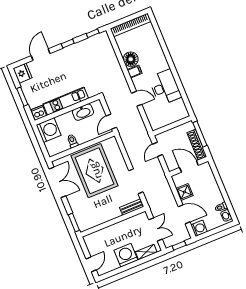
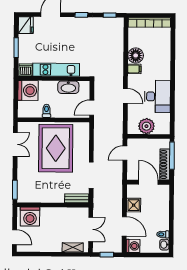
plant: (166, 118) -> (146, 126), added
double door: (57, 182) -> (15, 144), width x0.73
washing machine: (126, 255) -> (30, 217), moved, turned 180
door: (91, 264) -> (14, 237), hinge flipped

